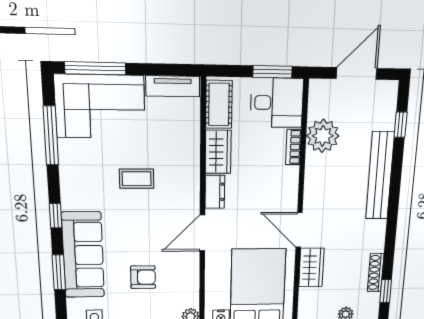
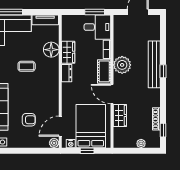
cot: (219, 104) -> (104, 71), moved
window: (401, 125) -> (163, 71), moved
plant: (323, 136) -> (122, 65), moved
floor lamp: (185, 147) -> (51, 50), added
door: (202, 233) -> (60, 126), moved

